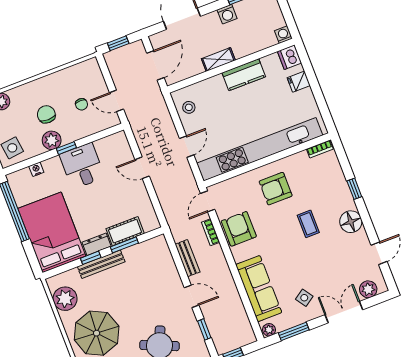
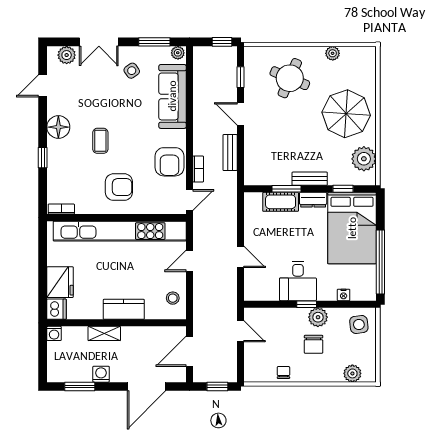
shelving: (218, 60) -> (104, 333), moved
kitchen counter: (244, 75) -> (124, 309), moved
fridge: (299, 82) -> (60, 282), width x1.88, depth x1.34
chair: (82, 104) -> (283, 372), moved
window: (91, 258) -> (343, 189), moved
bench: (101, 264) -> (310, 179), width x0.73

